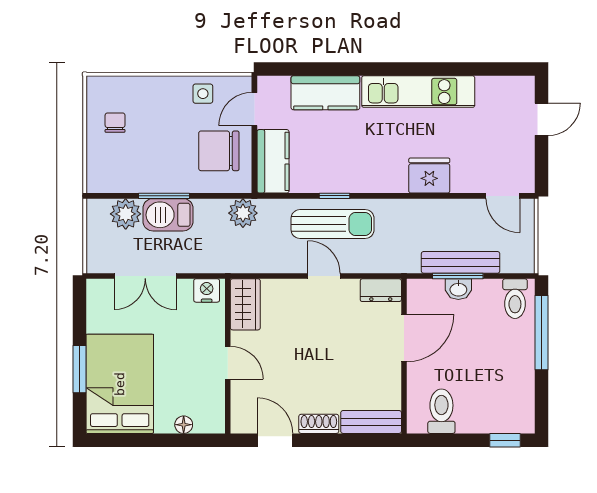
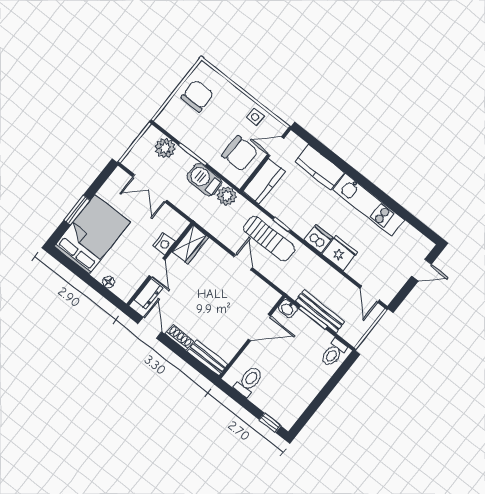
chair: (115, 123) -> (197, 96), width x1.87, depth x1.87
chair: (219, 151) -> (240, 153), turned 180
dishwasher: (391, 178) -> (318, 239), added
barbecue: (168, 215) -> (204, 180), moved
washbasin: (458, 289) -> (288, 308), moved
nightstand: (207, 290) -> (164, 244), moved, turned 90
dresser: (381, 290) -> (148, 294), moved, turned -90
window: (541, 333) -> (333, 382), removed

